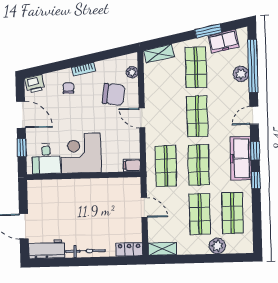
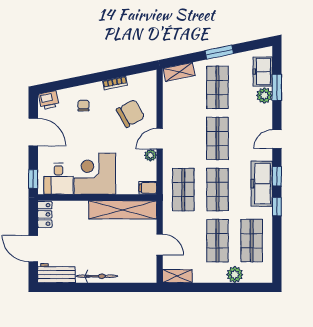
window: (208, 31) -> (219, 52), moved
freezer: (223, 41) -> (263, 72), moved, turned 102
window: (253, 66) -> (277, 87), width x0.47
bookcase: (84, 69) -> (115, 83), moved
plant: (132, 72) -> (151, 155), moved
chair: (114, 94) -> (131, 113), turned -37
door: (142, 118) -> (160, 139), hinge flipped
window: (22, 148) -> (33, 179), moved
shelving: (108, 187) -> (123, 210), added
door: (144, 207) -> (160, 245), moved
locker: (129, 249) -> (45, 214), moved, turned 90

